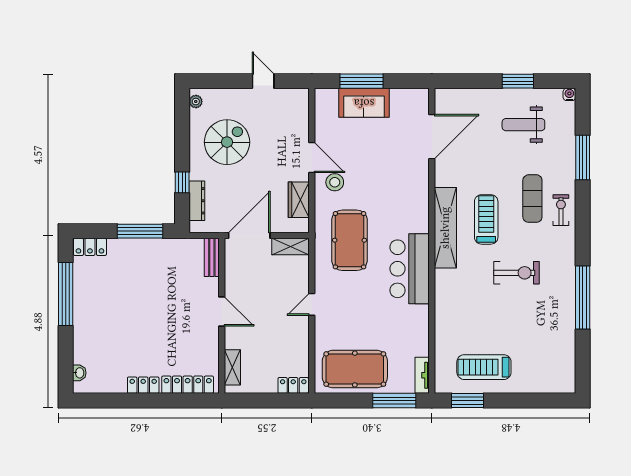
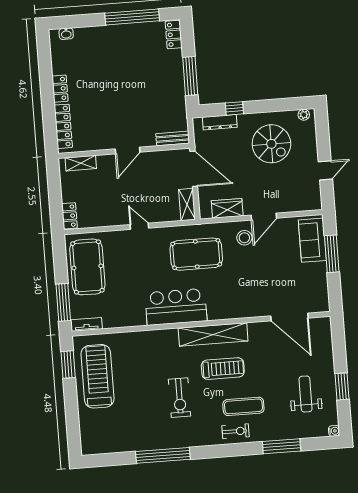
sofa: (364, 103) -> (312, 240), moved
treadmill: (484, 367) -> (97, 376), width x1.37, depth x1.38

